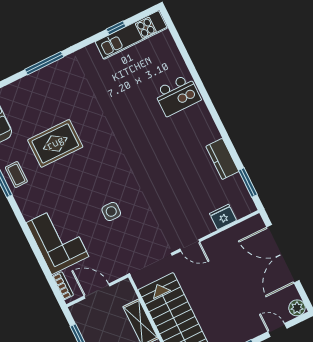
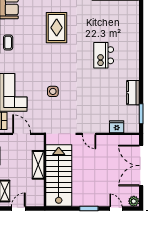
kitchen island: (177, 95) -> (104, 55), moved, turned 90
rug: (55, 143) -> (57, 28), moved, turned 90

